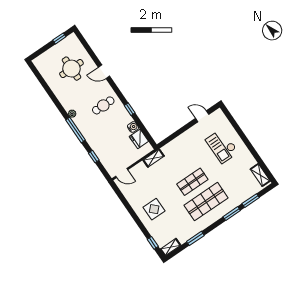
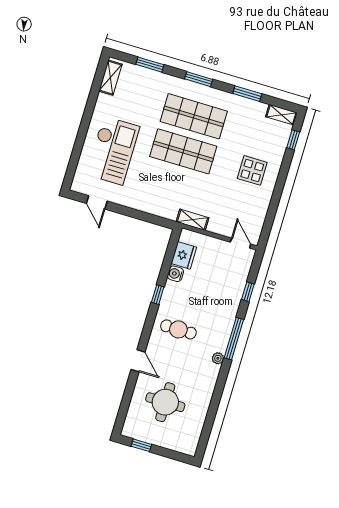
checkout: (222, 146) -> (113, 150), width x1.36, depth x1.21
shop shelf: (192, 182) -> (183, 151), width x1.43, depth x1.36
window: (232, 214) -> (199, 79), moved

